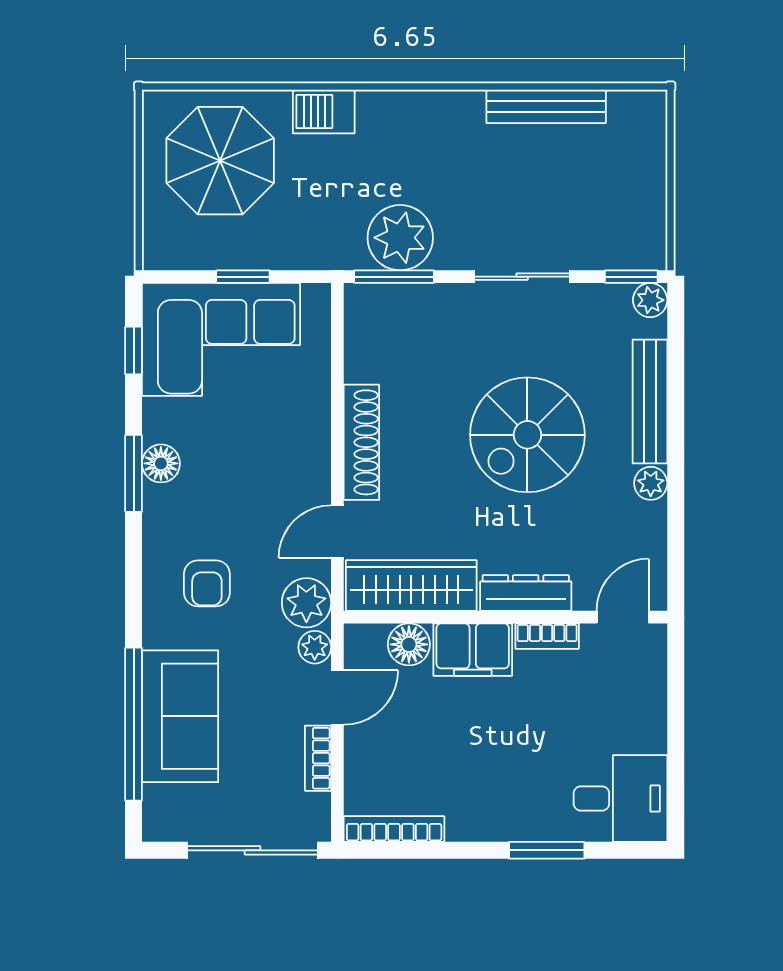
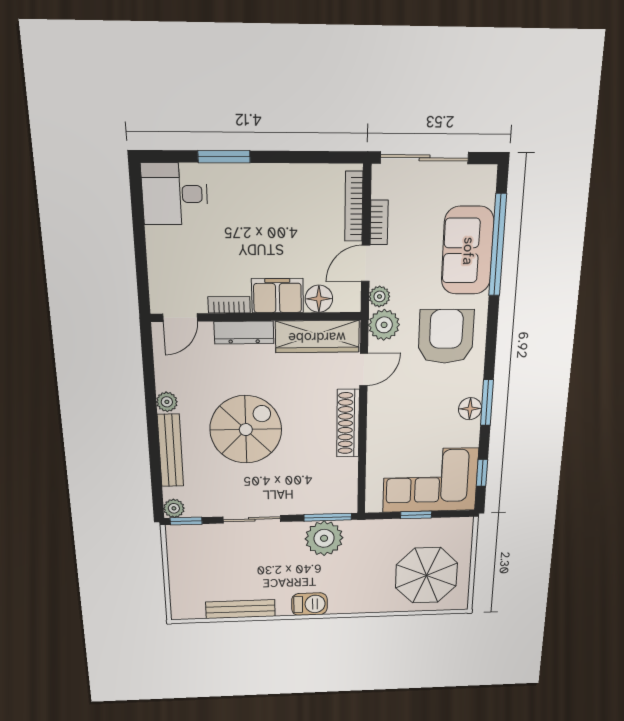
barbecue: (324, 112) -> (309, 604), moved
armchair: (207, 583) -> (446, 336), width x1.88, depth x1.88
bookcase: (394, 829) -> (354, 206), moved, turned 90

